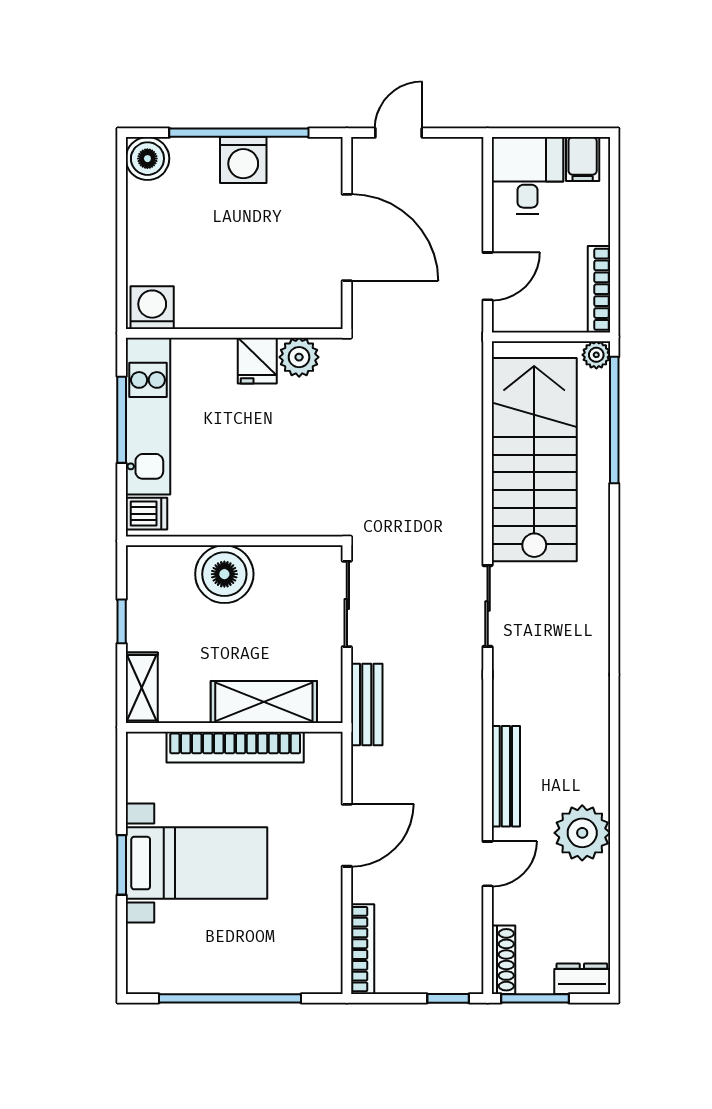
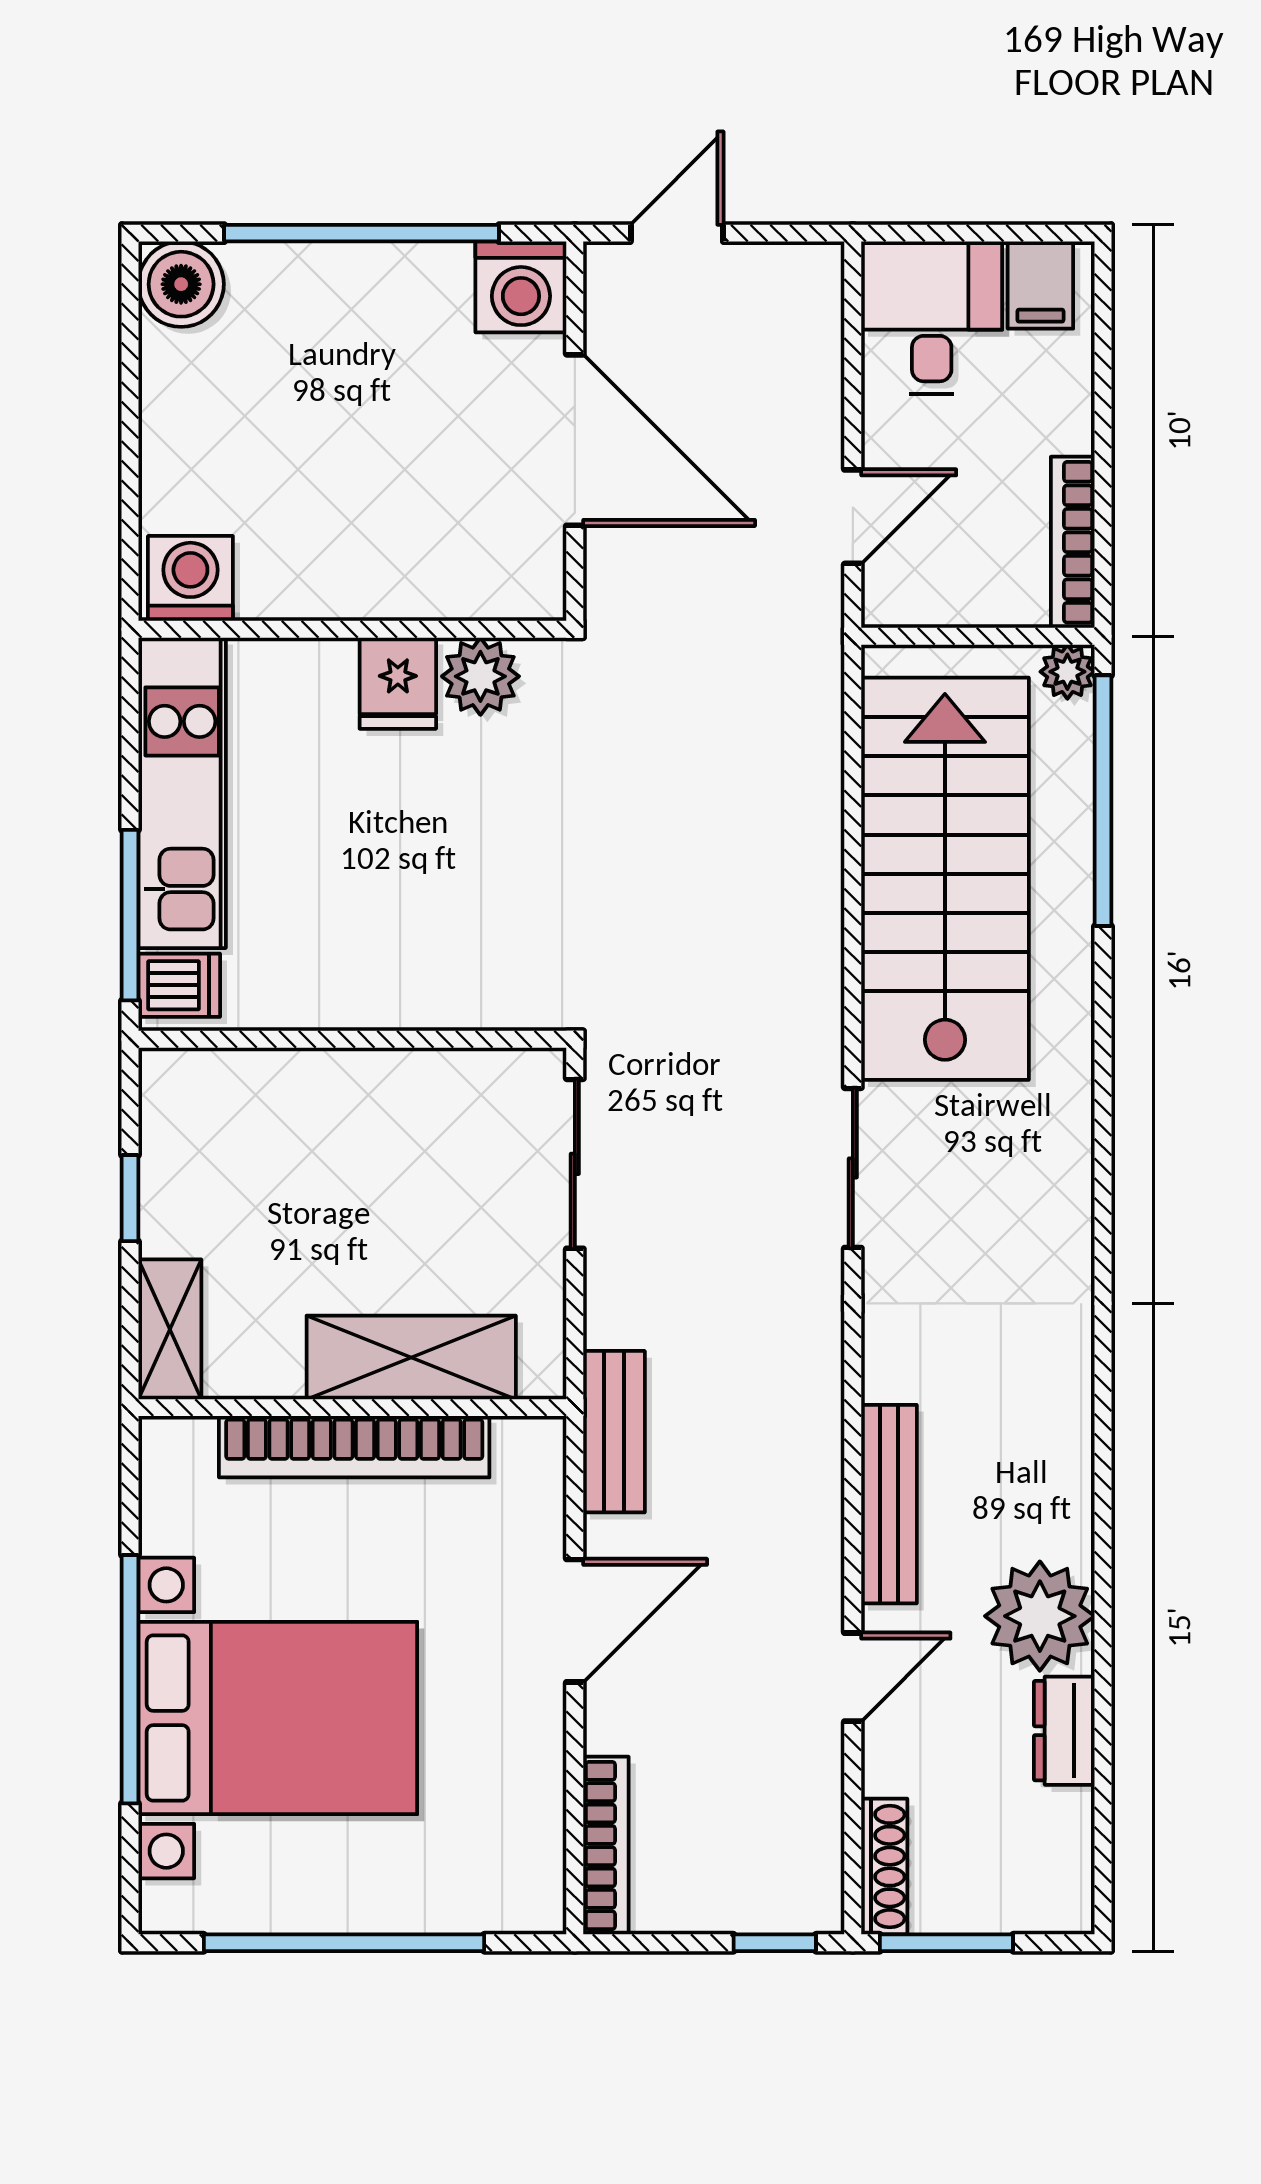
washing machine: (243, 160) -> (521, 287), moved
window: (122, 420) -> (130, 915), moved
boiler: (224, 574) -> (333, 1105), removed
bench: (367, 704) -> (614, 1432), moved
bed with nightstands: (196, 863) -> (278, 1718), width x1.36
window: (122, 865) -> (130, 1679), width x2.11
dresser: (582, 979) -> (1064, 1731), moved, turned -90

